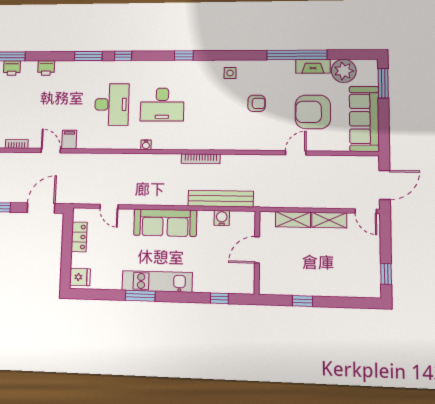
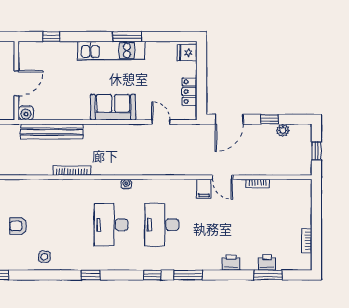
desk: (162, 105) -> (111, 225), turned -90
water cooler: (222, 218) -> (26, 113), moved
sofa: (165, 223) -> (113, 107), width x0.73

